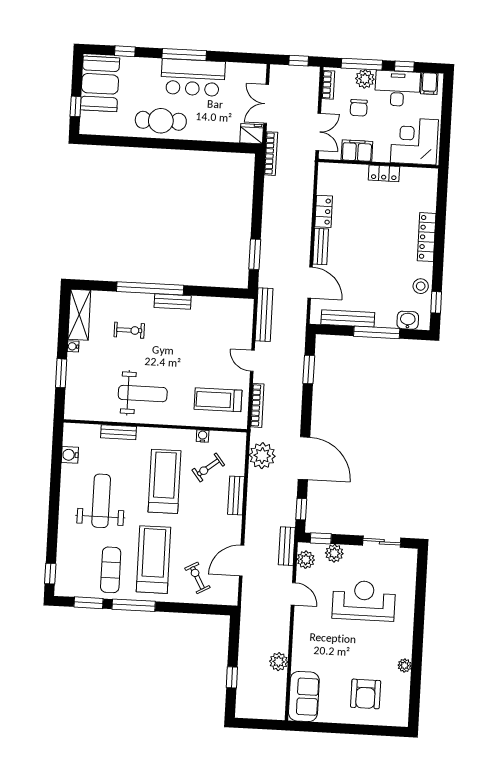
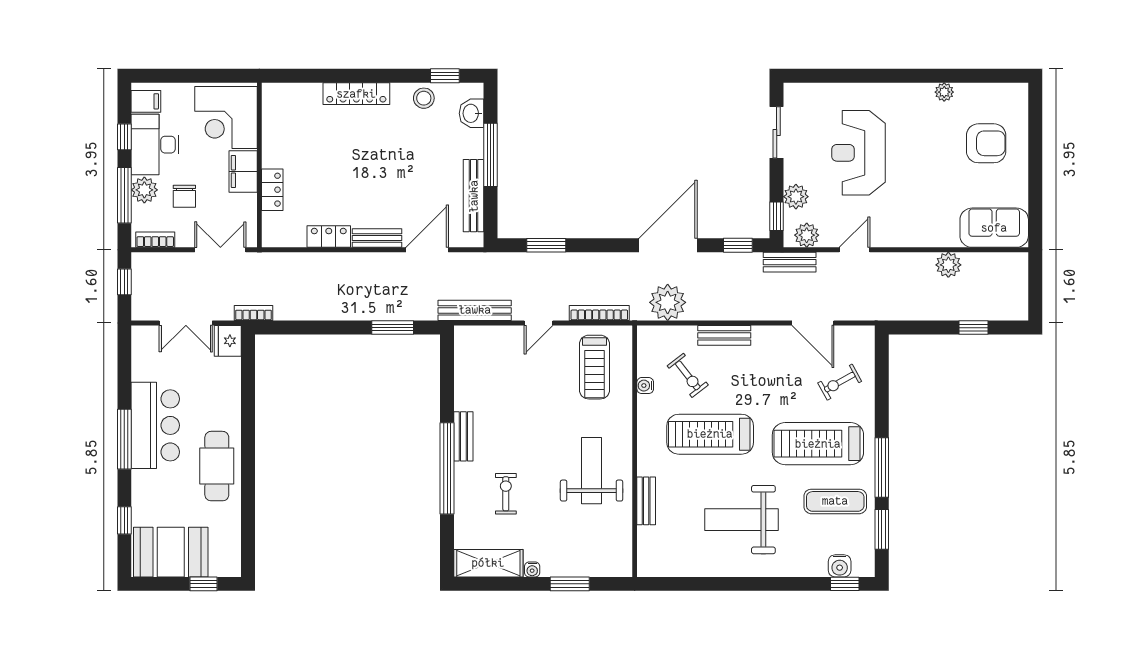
chair: (359, 108) -> (184, 196), turned 90
filing cabinet: (357, 151) -> (243, 171), moved
bookcase: (271, 154) -> (253, 313), width x0.64
locker: (384, 173) -> (272, 190), moved
water cooler: (70, 455) -> (840, 566), moved

